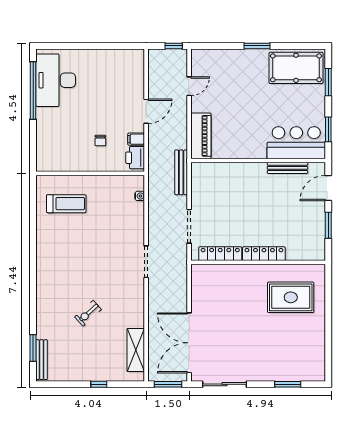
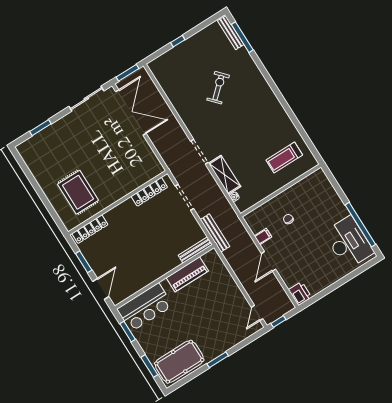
door: (189, 86) -> (257, 313), moved
piano: (201, 136) -> (187, 274), moved, turned -90
printer: (135, 158) -> (300, 294), moved
bench: (287, 168) -> (195, 250), moved
locker: (264, 254) -> (90, 229), moved
rug: (291, 297) -> (78, 192), turned 90
exercise bike: (88, 313) -> (218, 88), width x1.38, depth x1.39
window: (33, 348) -> (242, 37), width x1.44
shelving: (136, 350) -> (225, 175), moved

